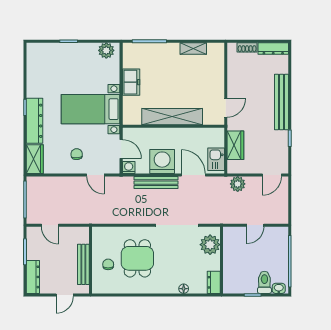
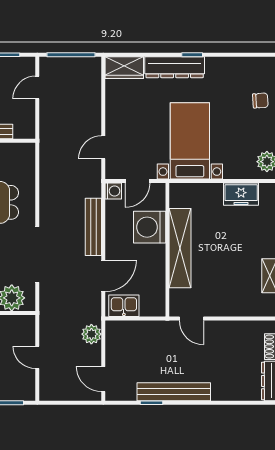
freezer: (131, 82) -> (241, 194), moved
bench: (281, 102) -> (174, 392), moved
wardrobe: (235, 145) -> (142, 331), removed
chair: (77, 154) -> (260, 101), moved
washing machine: (162, 161) -> (150, 227), moved, turned 180

